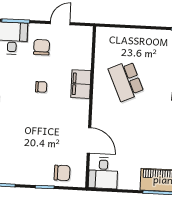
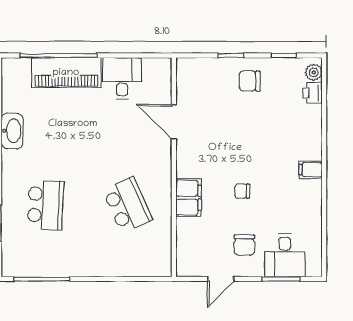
chair: (62, 173) -> (250, 81), moved
desk: (103, 173) -> (122, 78), moved

